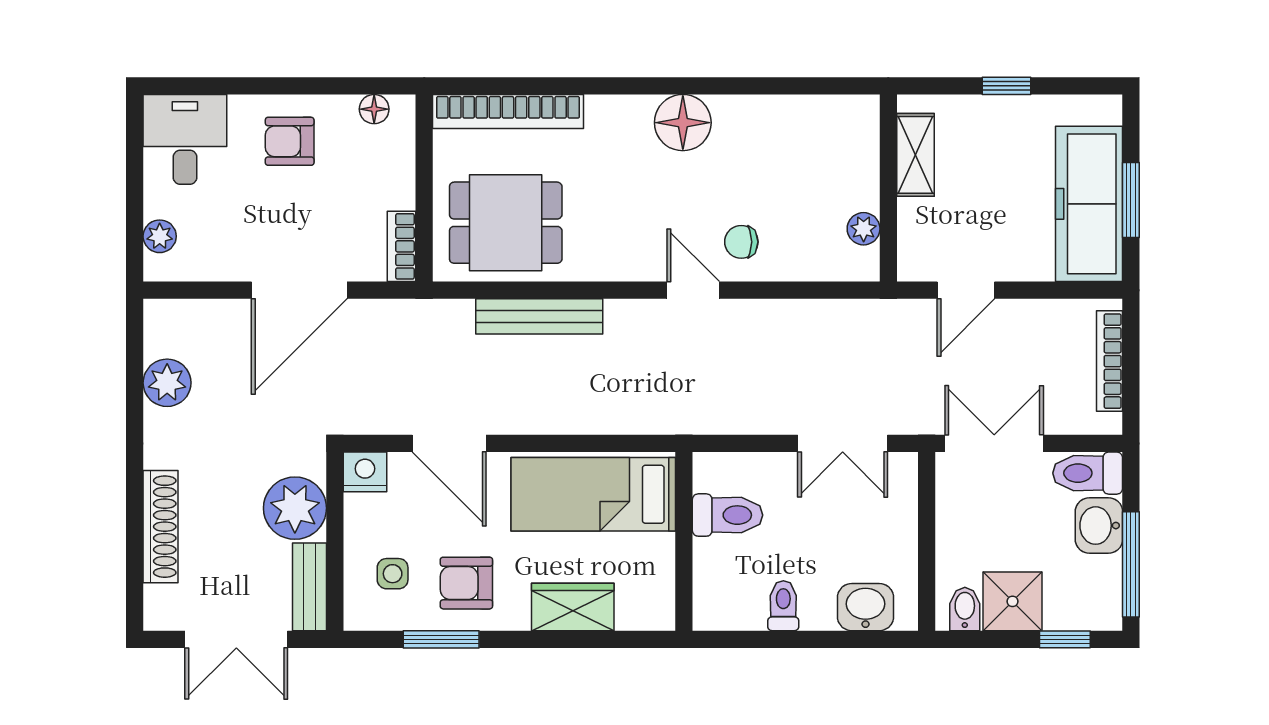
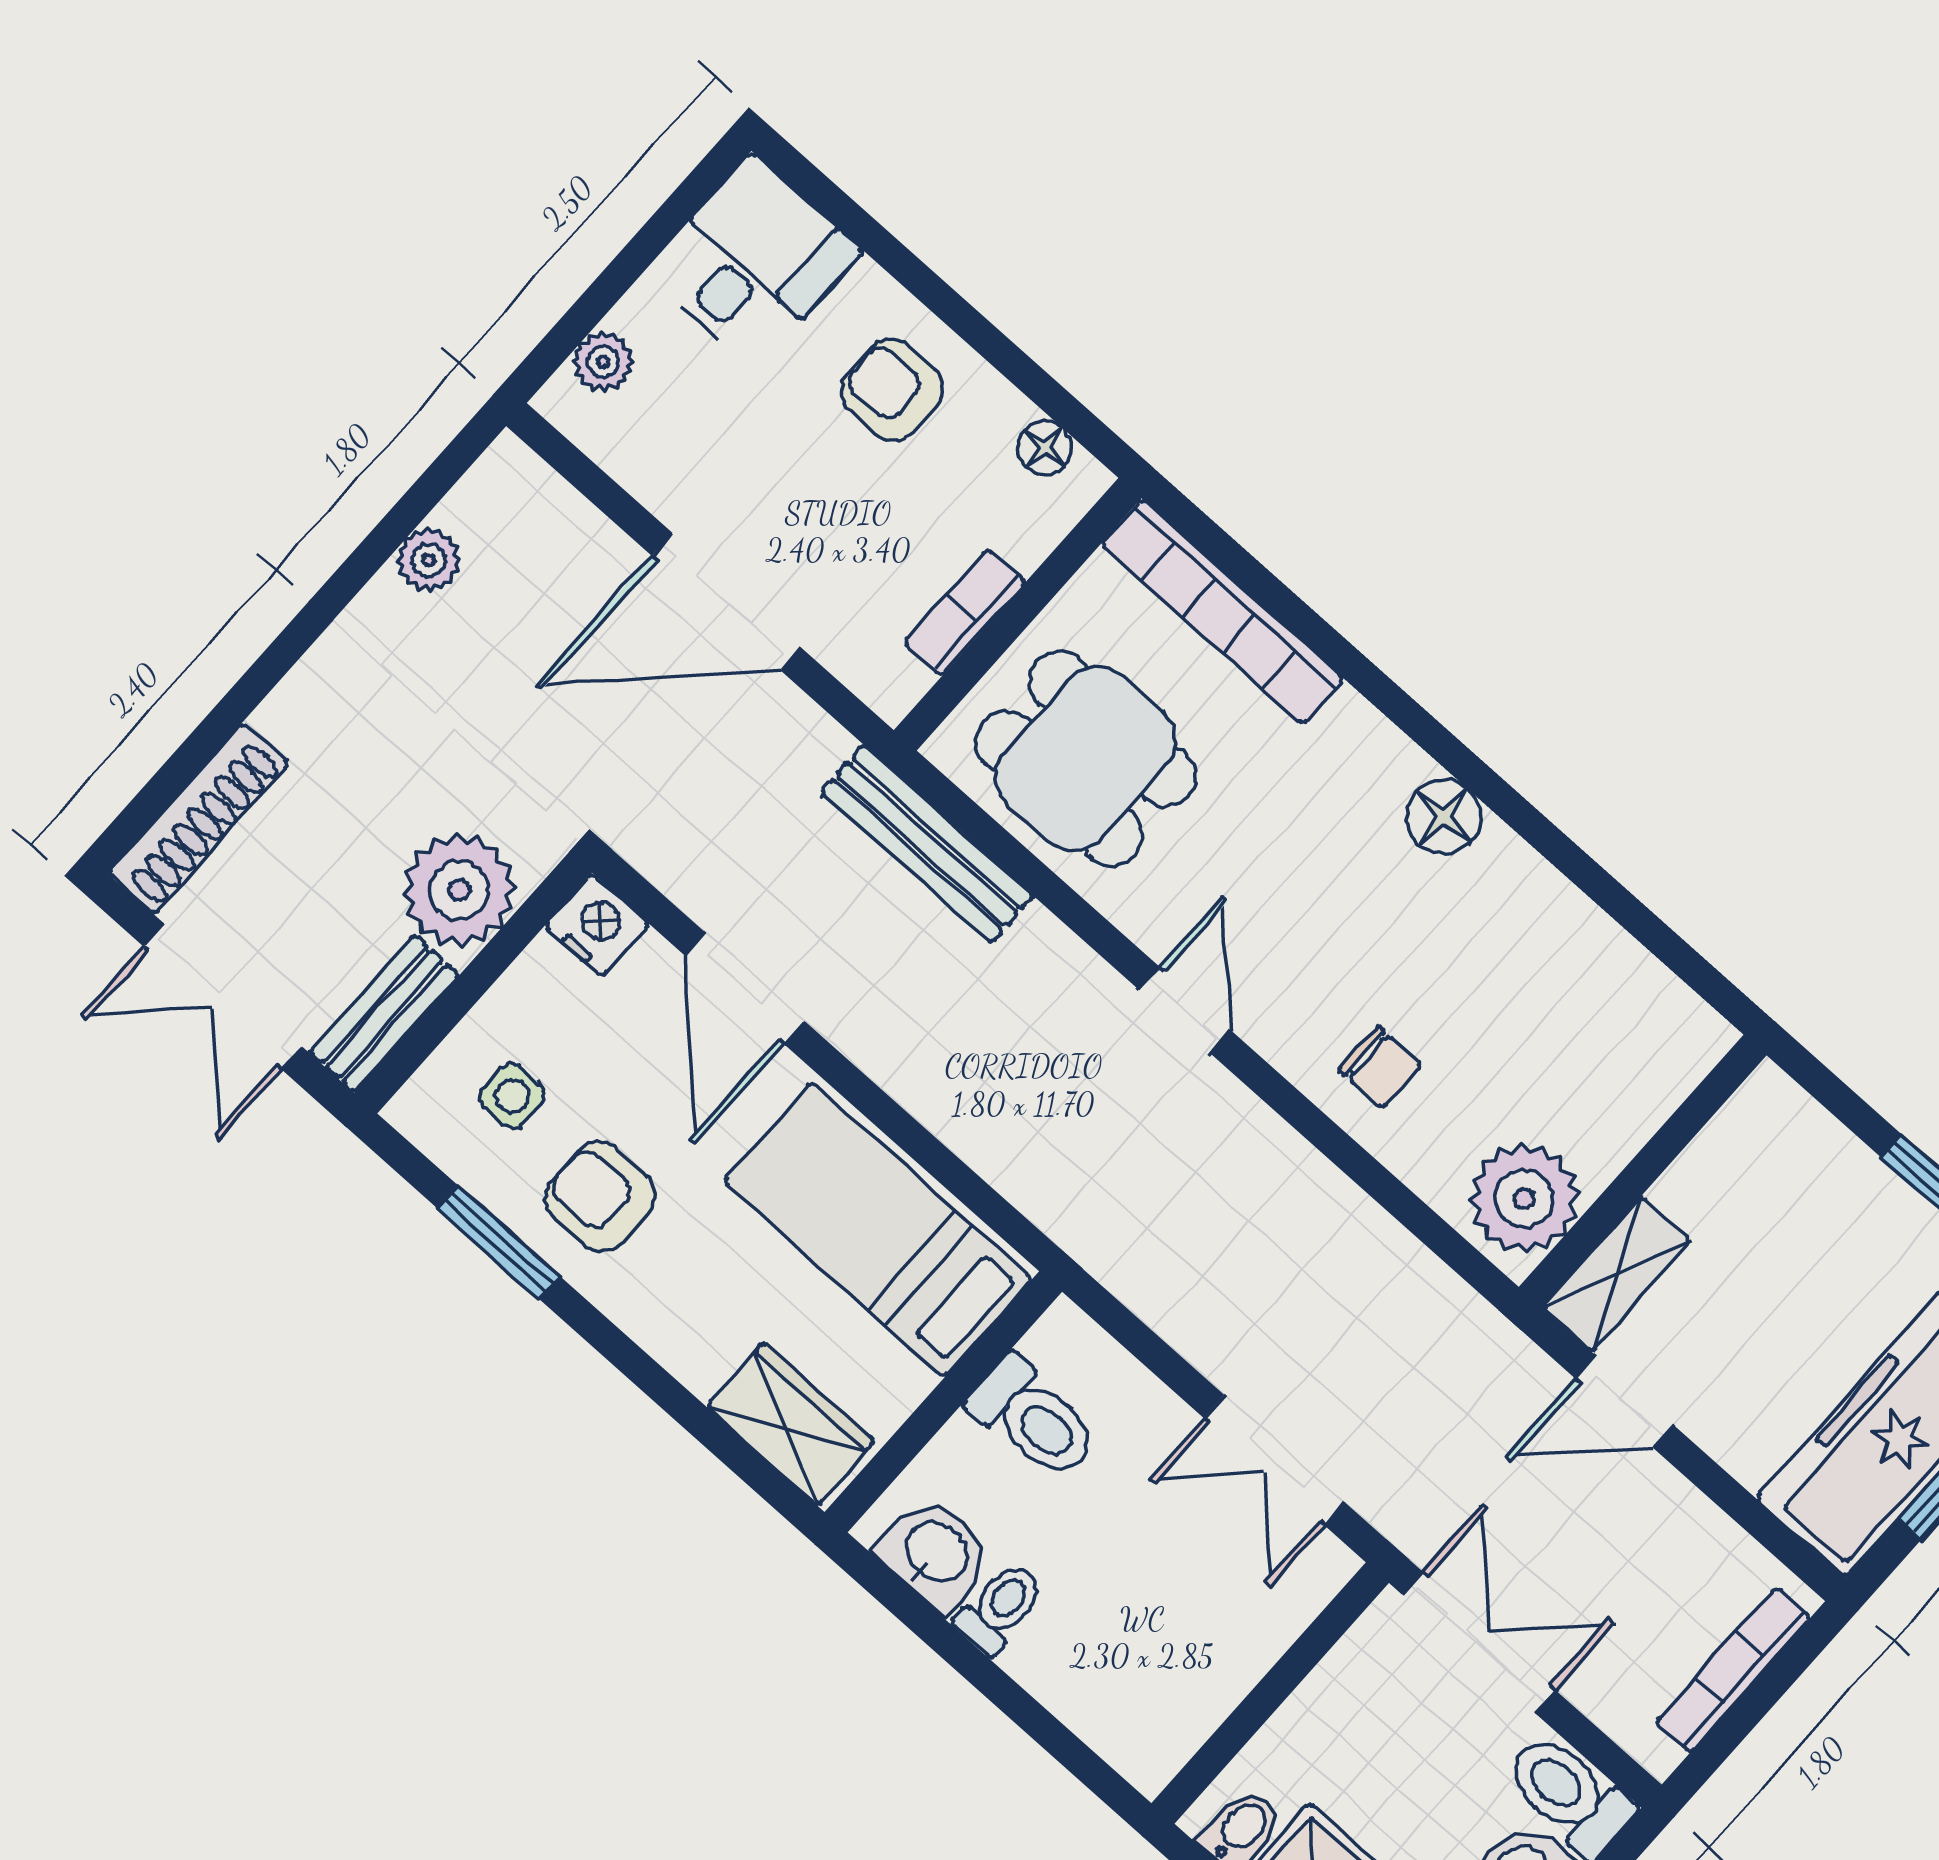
floor lamp: (683, 123) -> (1443, 817), width x0.73, depth x0.73
shelving: (915, 155) -> (1617, 1274), moved
plant: (864, 229) -> (1524, 1198), width x1.88, depth x1.88
chair: (741, 242) -> (1380, 1067), turned 180
bookcase: (402, 246) -> (965, 612), moved
door: (693, 290) -> (1185, 1010), moved
bench: (539, 316) -> (927, 844), moved
plant: (167, 383) -> (429, 560), width x0.73, depth x0.73
shoe rack: (161, 527) -> (199, 818), moved
wardrobe: (573, 607) -> (790, 1424), moved
washbasin: (866, 607) -> (935, 1554), moved

